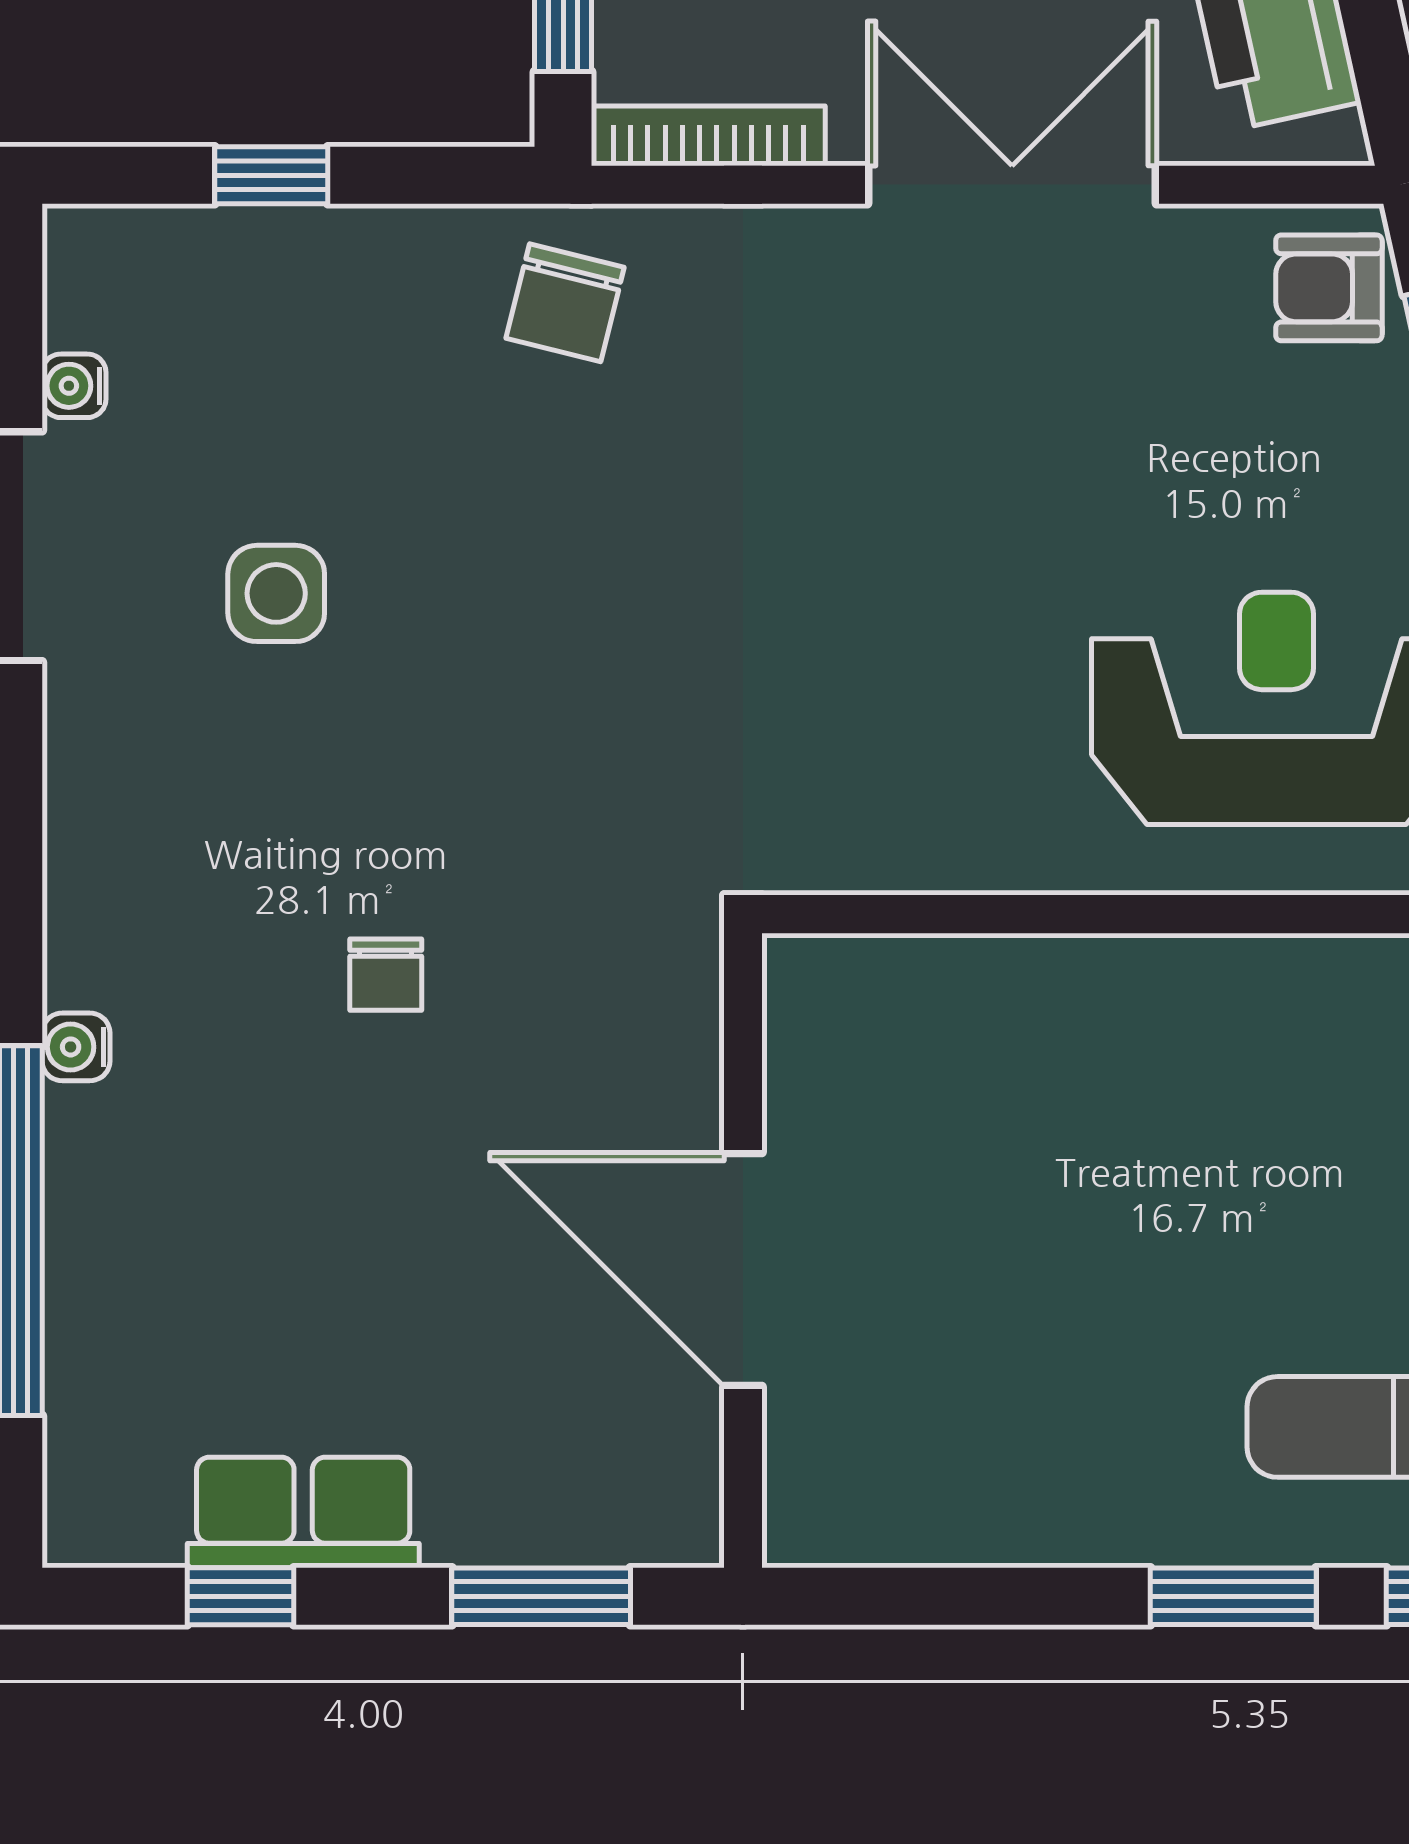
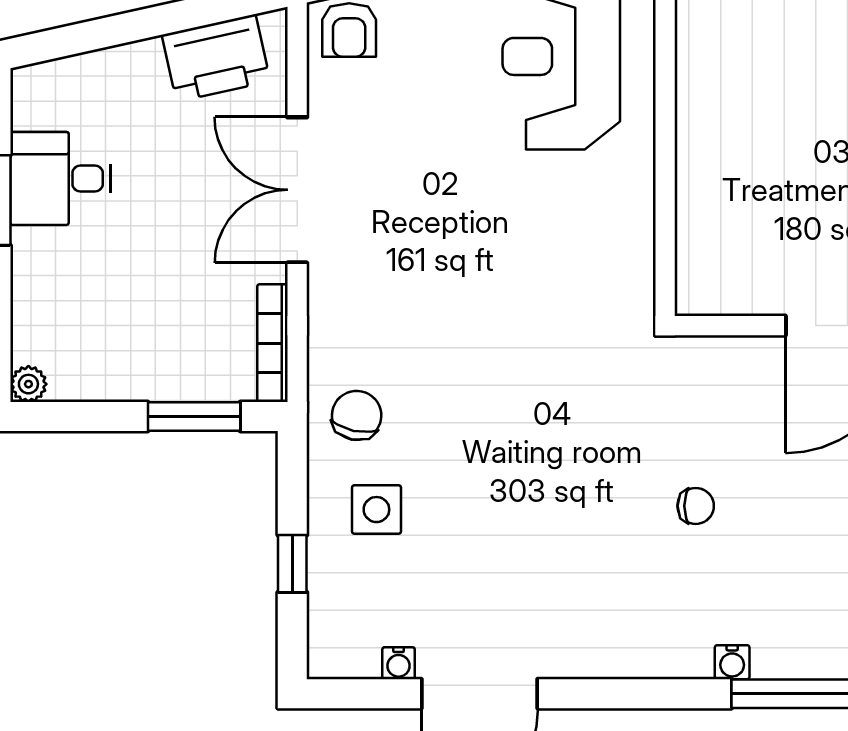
chair: (565, 303) -> (357, 415), turned -92
side table: (276, 593) -> (376, 510), moved

